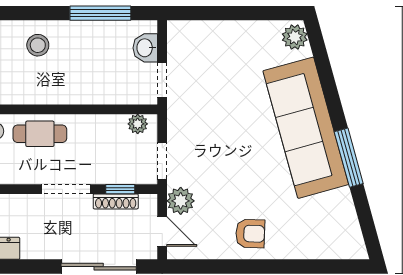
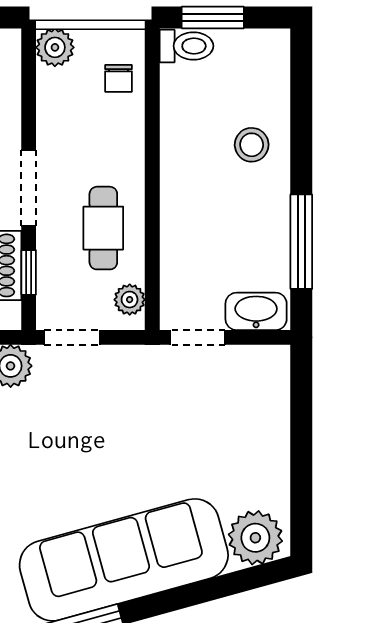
plant: (295, 37) -> (255, 538), width x1.36, depth x1.36
washbasin: (145, 48) -> (256, 311), width x1.38
cafe table: (40, 134) -> (103, 228), moved

